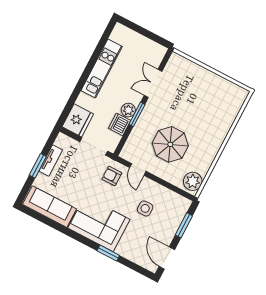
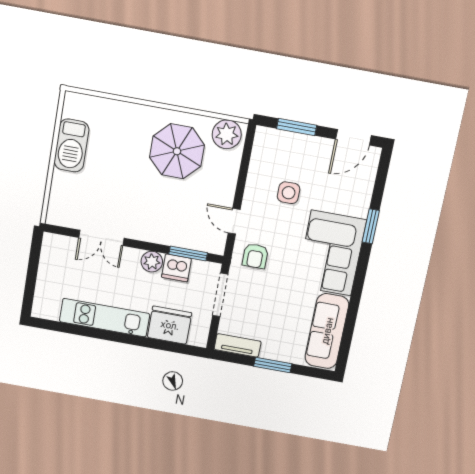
barbecue: (216, 84) -> (71, 146), added
window: (137, 114) -> (188, 254), moved
fridge: (78, 120) -> (170, 325), moved
parasol: (170, 144) -> (177, 151), moved
tv unit: (51, 161) -> (238, 345), moved
door: (138, 169) -> (234, 221), swing flipped

